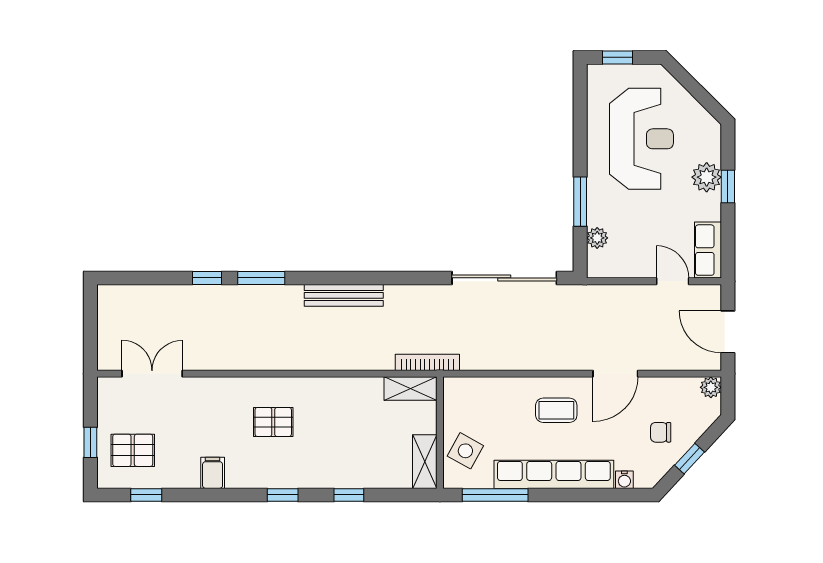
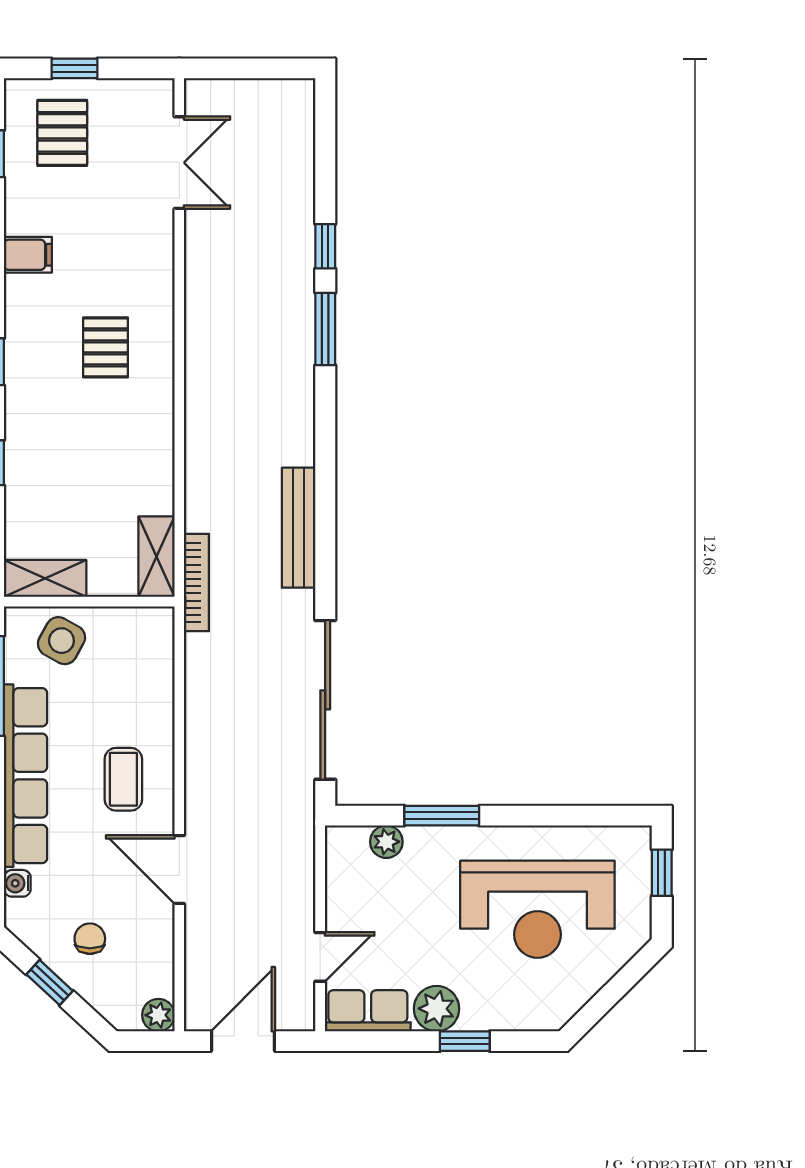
plant: (707, 177) -> (437, 1009), moved
bench: (344, 295) -> (299, 528), moved

